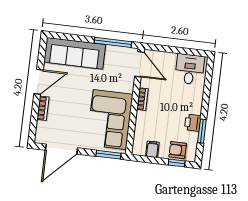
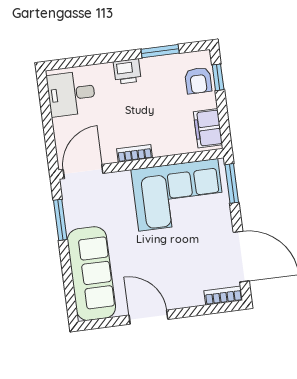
window: (113, 42) -> (60, 220), width x0.69
bookcase: (43, 108) -> (223, 296), moved
printer: (193, 123) -> (127, 71), moved
filing cabinet: (152, 149) -> (208, 128), width x2.00

